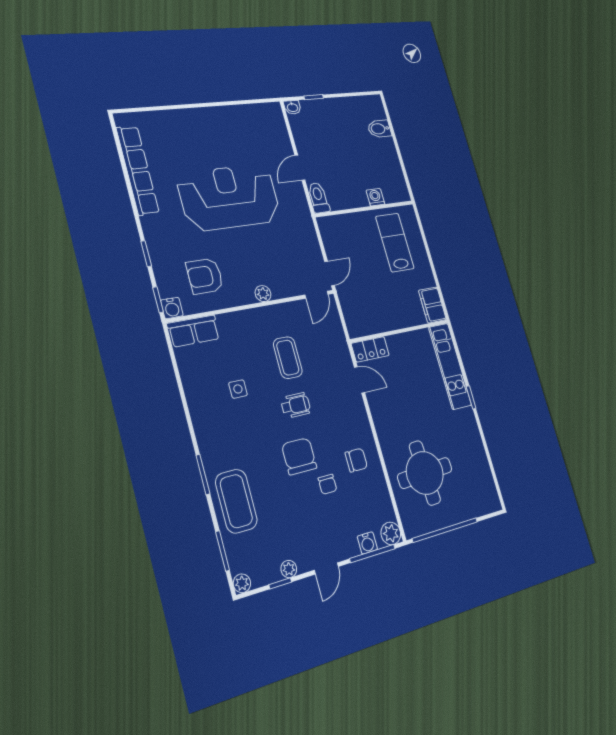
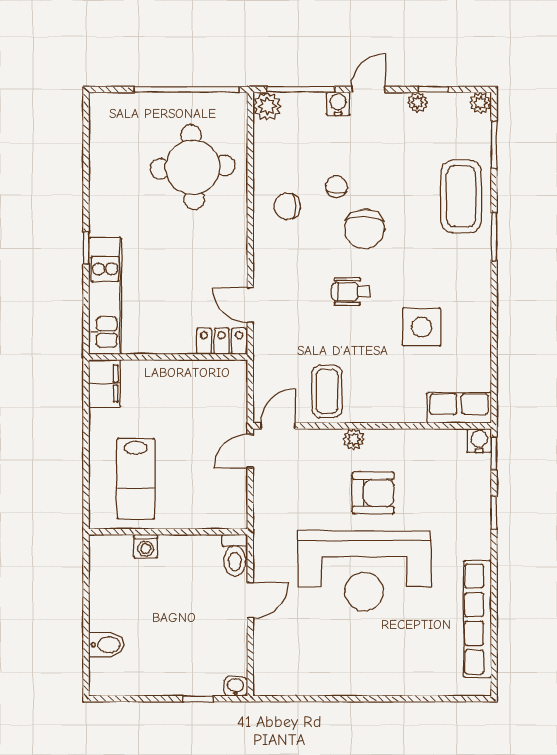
armchair: (205, 276) -> (373, 493), moved
coffee table: (288, 358) -> (327, 391), moved
side table: (238, 389) -> (422, 327), width x1.87, depth x1.87
water cooler: (367, 543) -> (338, 104), moved

